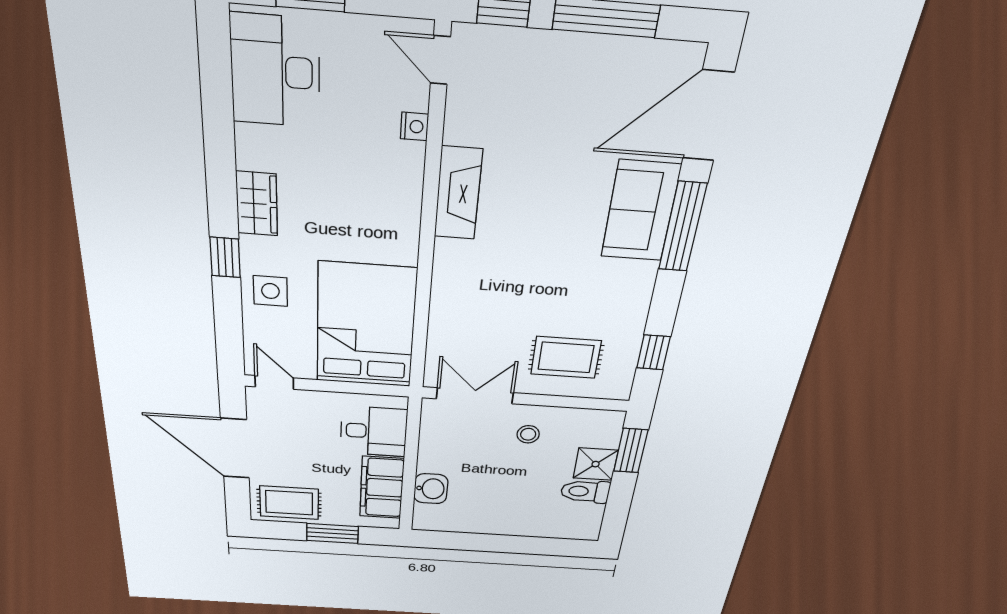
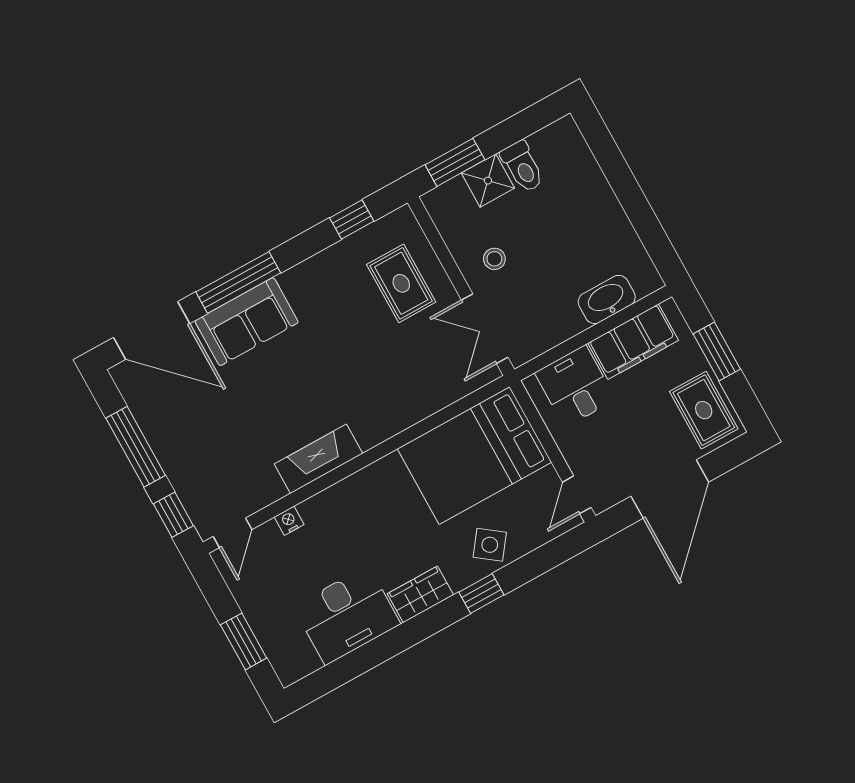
desk: (275, 71) -> (347, 615), moved
side table: (270, 291) -> (490, 545), turned 37
washbasin: (431, 489) -> (607, 299), width x1.38

